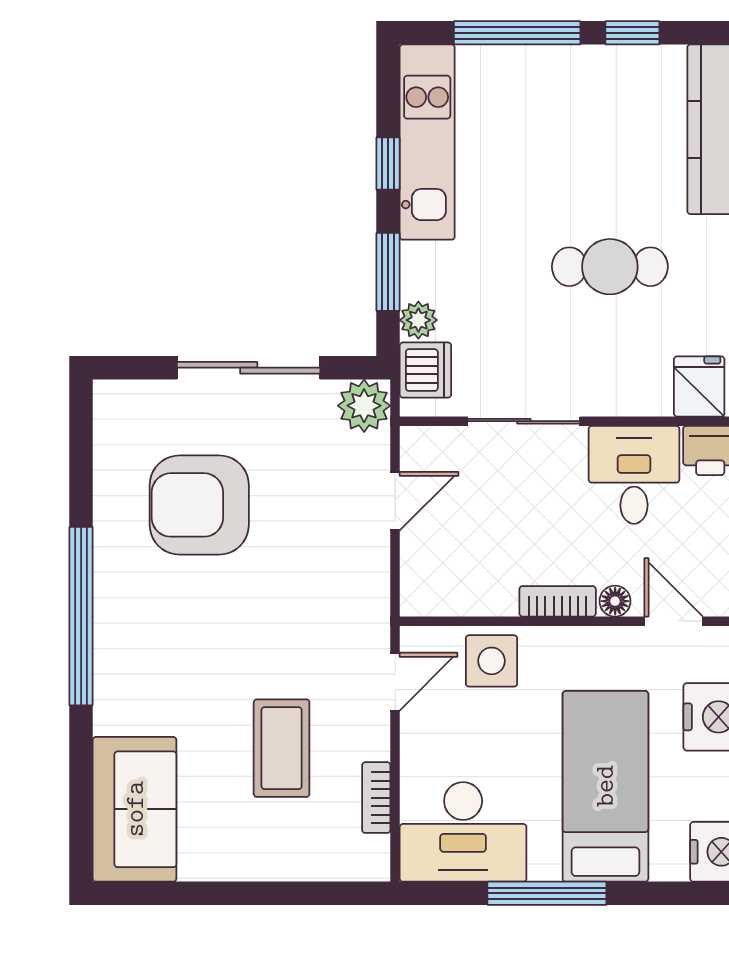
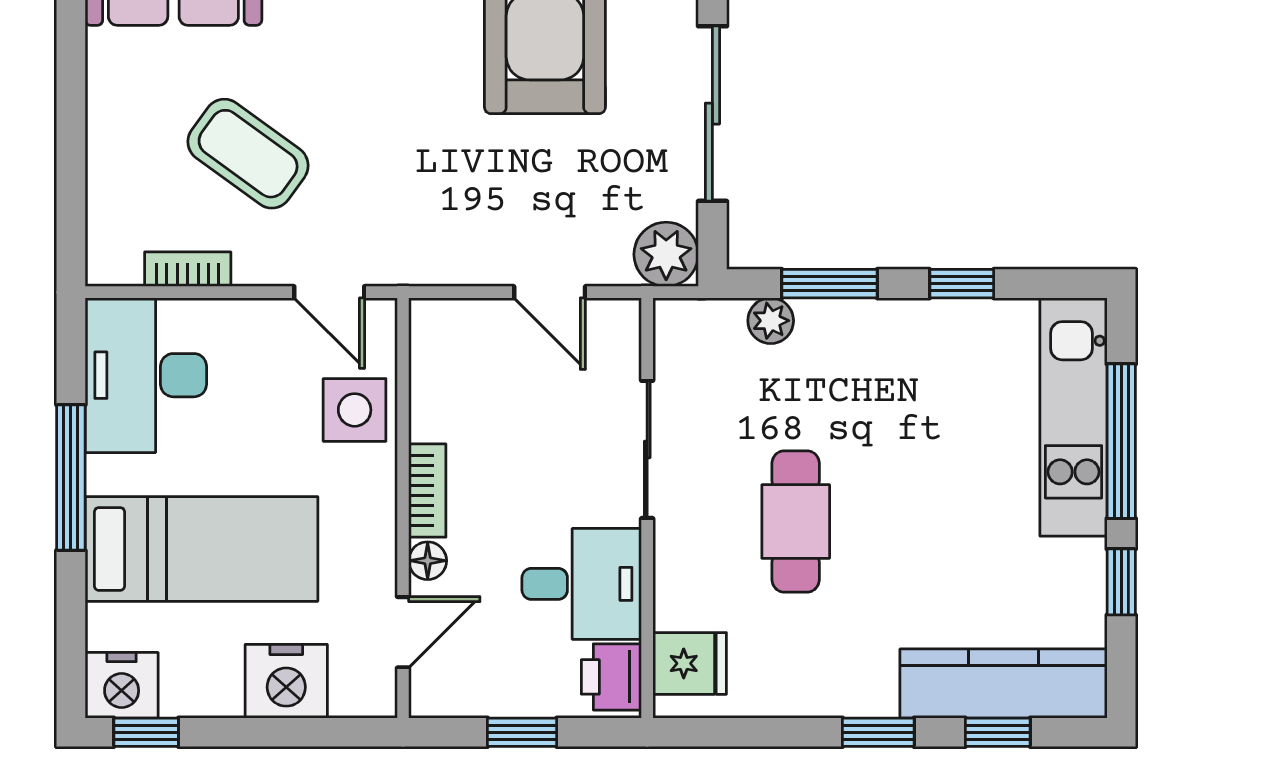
kitchen unit: (427, 142) -> (1074, 417), moved, turned 90
cafe table: (610, 267) -> (796, 521), moved
dishwasher: (425, 370) -> (710, 329), removed
coffee table: (282, 748) -> (248, 154), turned 36

